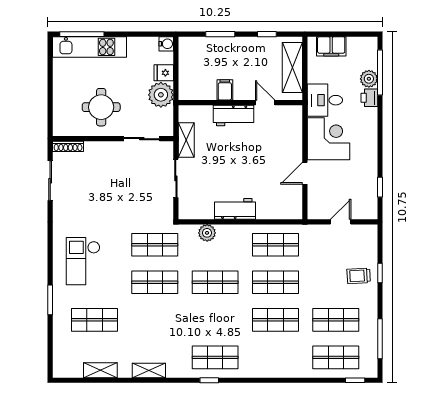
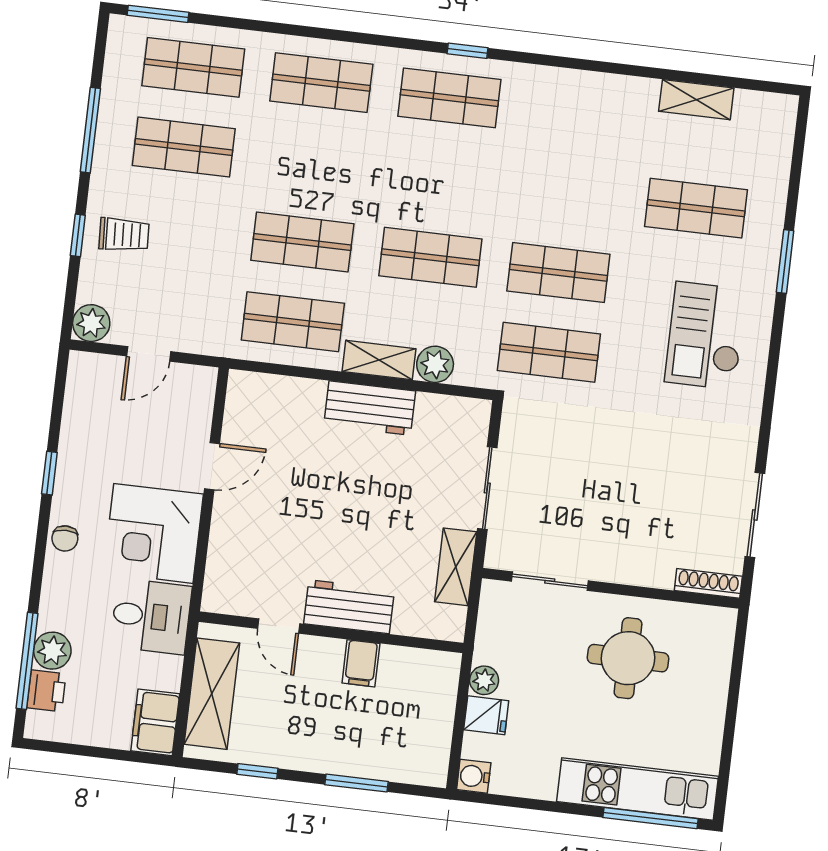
filing cabinet: (331, 46) -> (155, 722), moved, turned -90
plant: (161, 95) -> (484, 680), width x0.53, depth x0.53
printer: (369, 98) -> (46, 691), moved
chair: (369, 132) -> (65, 538), added
window: (380, 187) -> (49, 473), moved
plant: (369, 233) -> (91, 323), added
checkout: (83, 261) -> (706, 336), turned 180
shop shelf: (275, 320) -> (321, 83), moved
window: (380, 339) -> (90, 130), moved
shelving: (149, 370) -> (379, 360), moved
window: (355, 380) -> (158, 14), width x1.50

